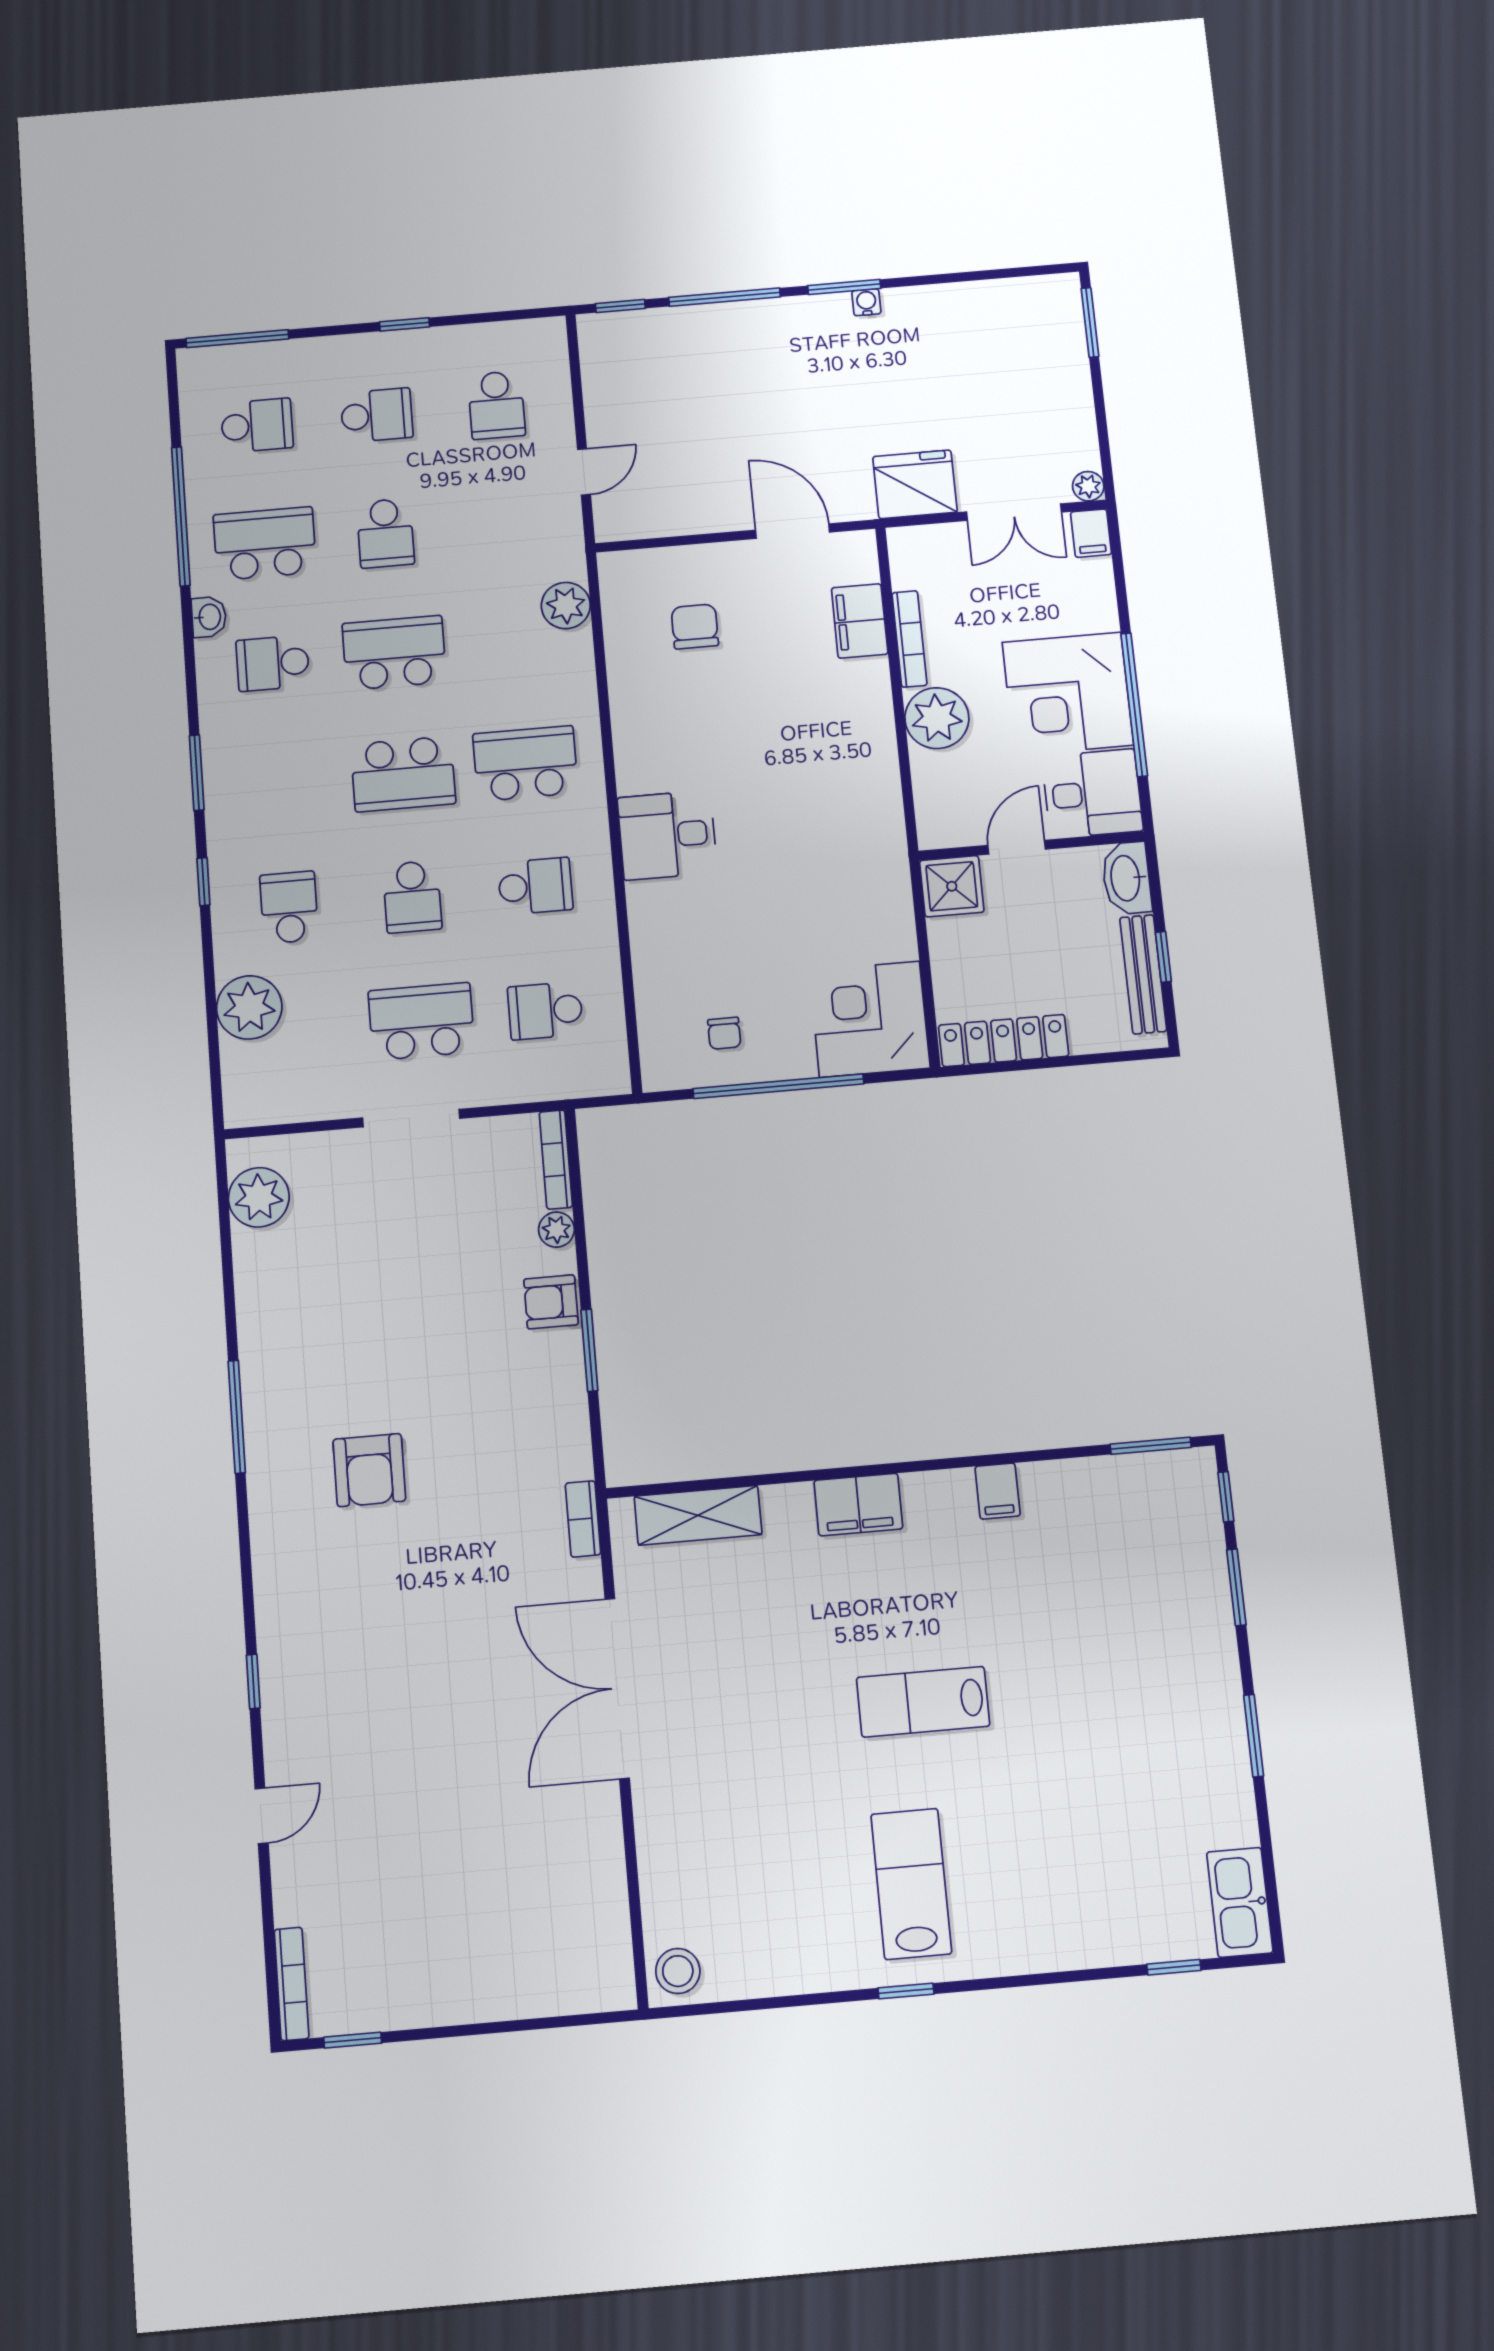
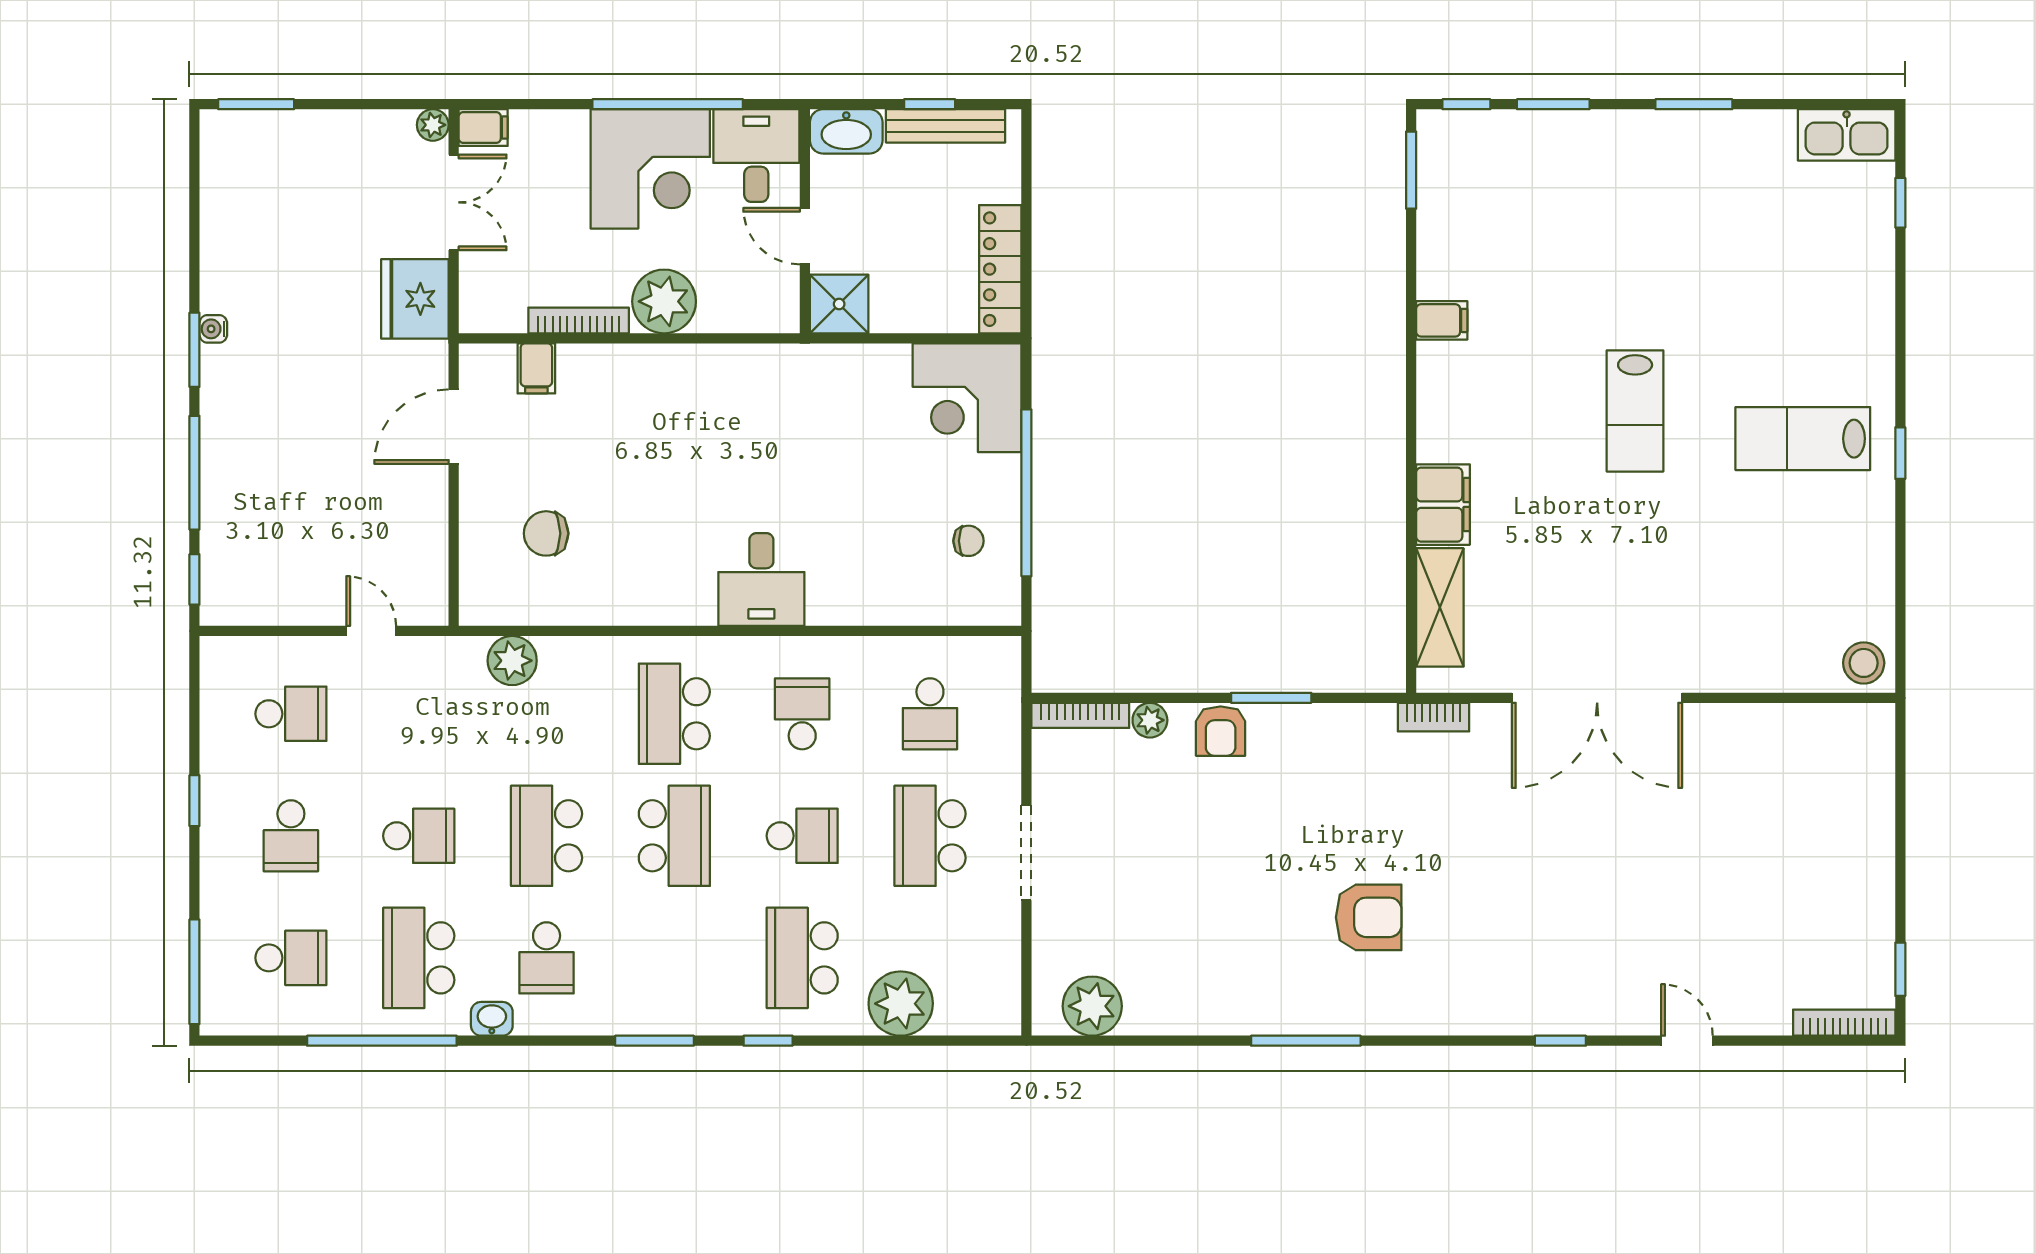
school desk: (377, 415) -> (291, 836), turned 180
school desk: (257, 425) -> (291, 958), turned 90
filing cabinet: (860, 621) -> (536, 368), width x0.50
school desk: (289, 907) -> (802, 958), width x1.85
filing cabinet: (858, 1505) -> (1443, 505), moved

